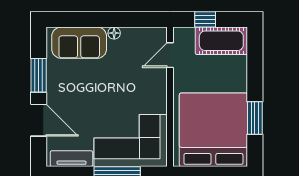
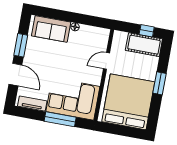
window: (205, 19) -> (147, 31), moved
door: (170, 55) -> (106, 61), moved
window: (255, 118) -> (159, 83), moved

